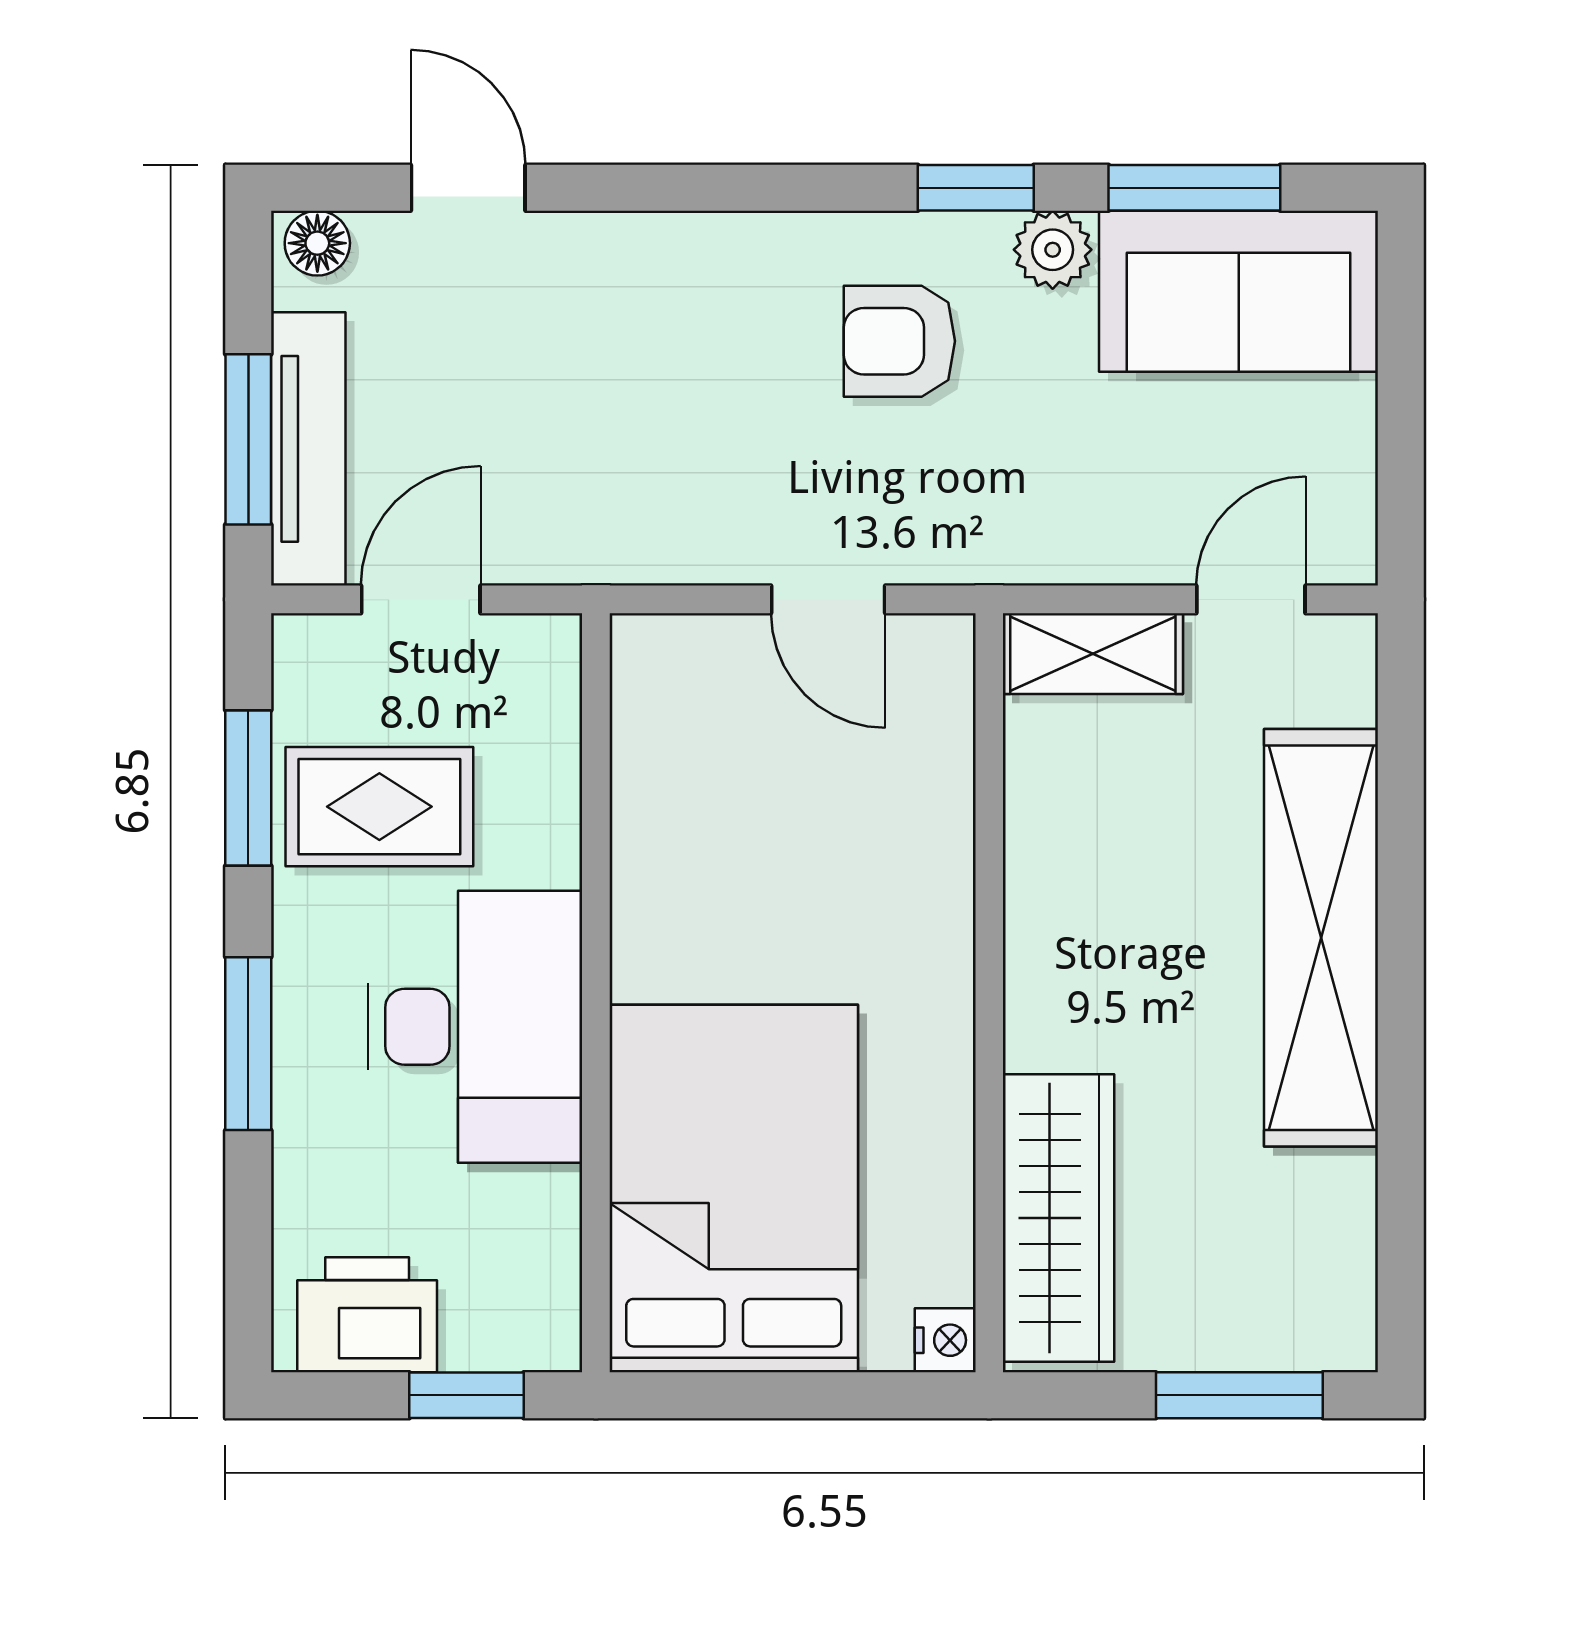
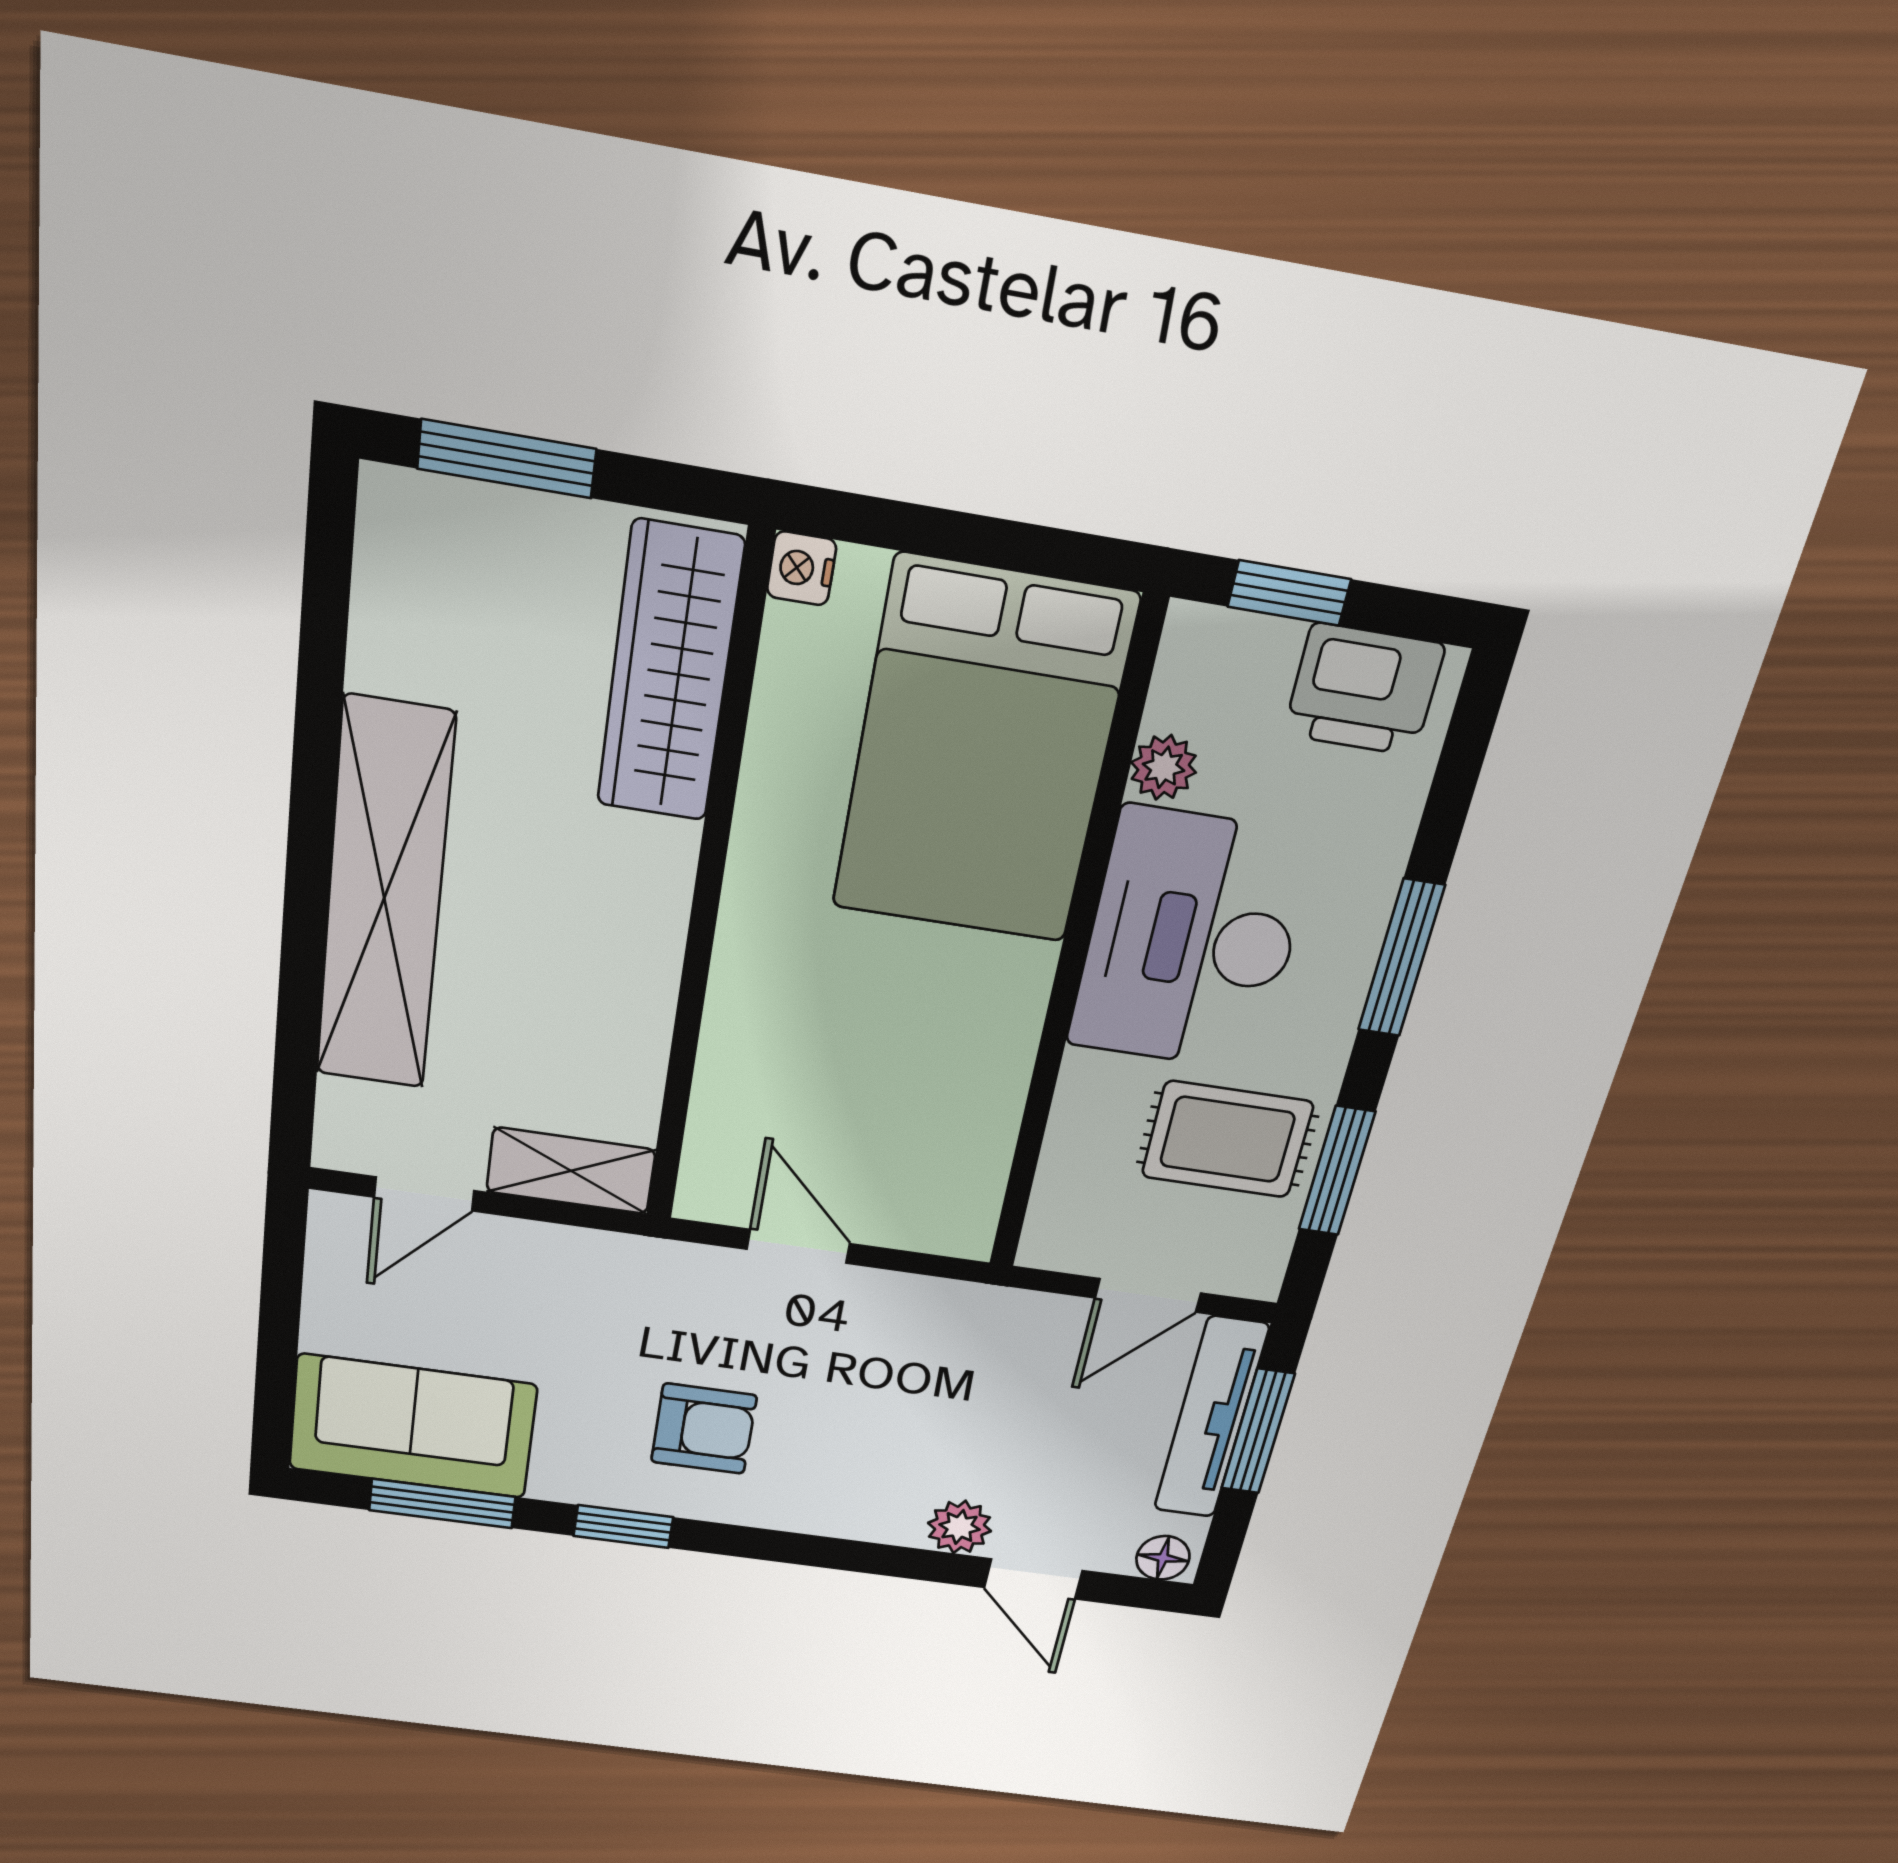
plant: (1053, 250) -> (959, 1527), moved
plant: (548, 1204) -> (1164, 767), added

